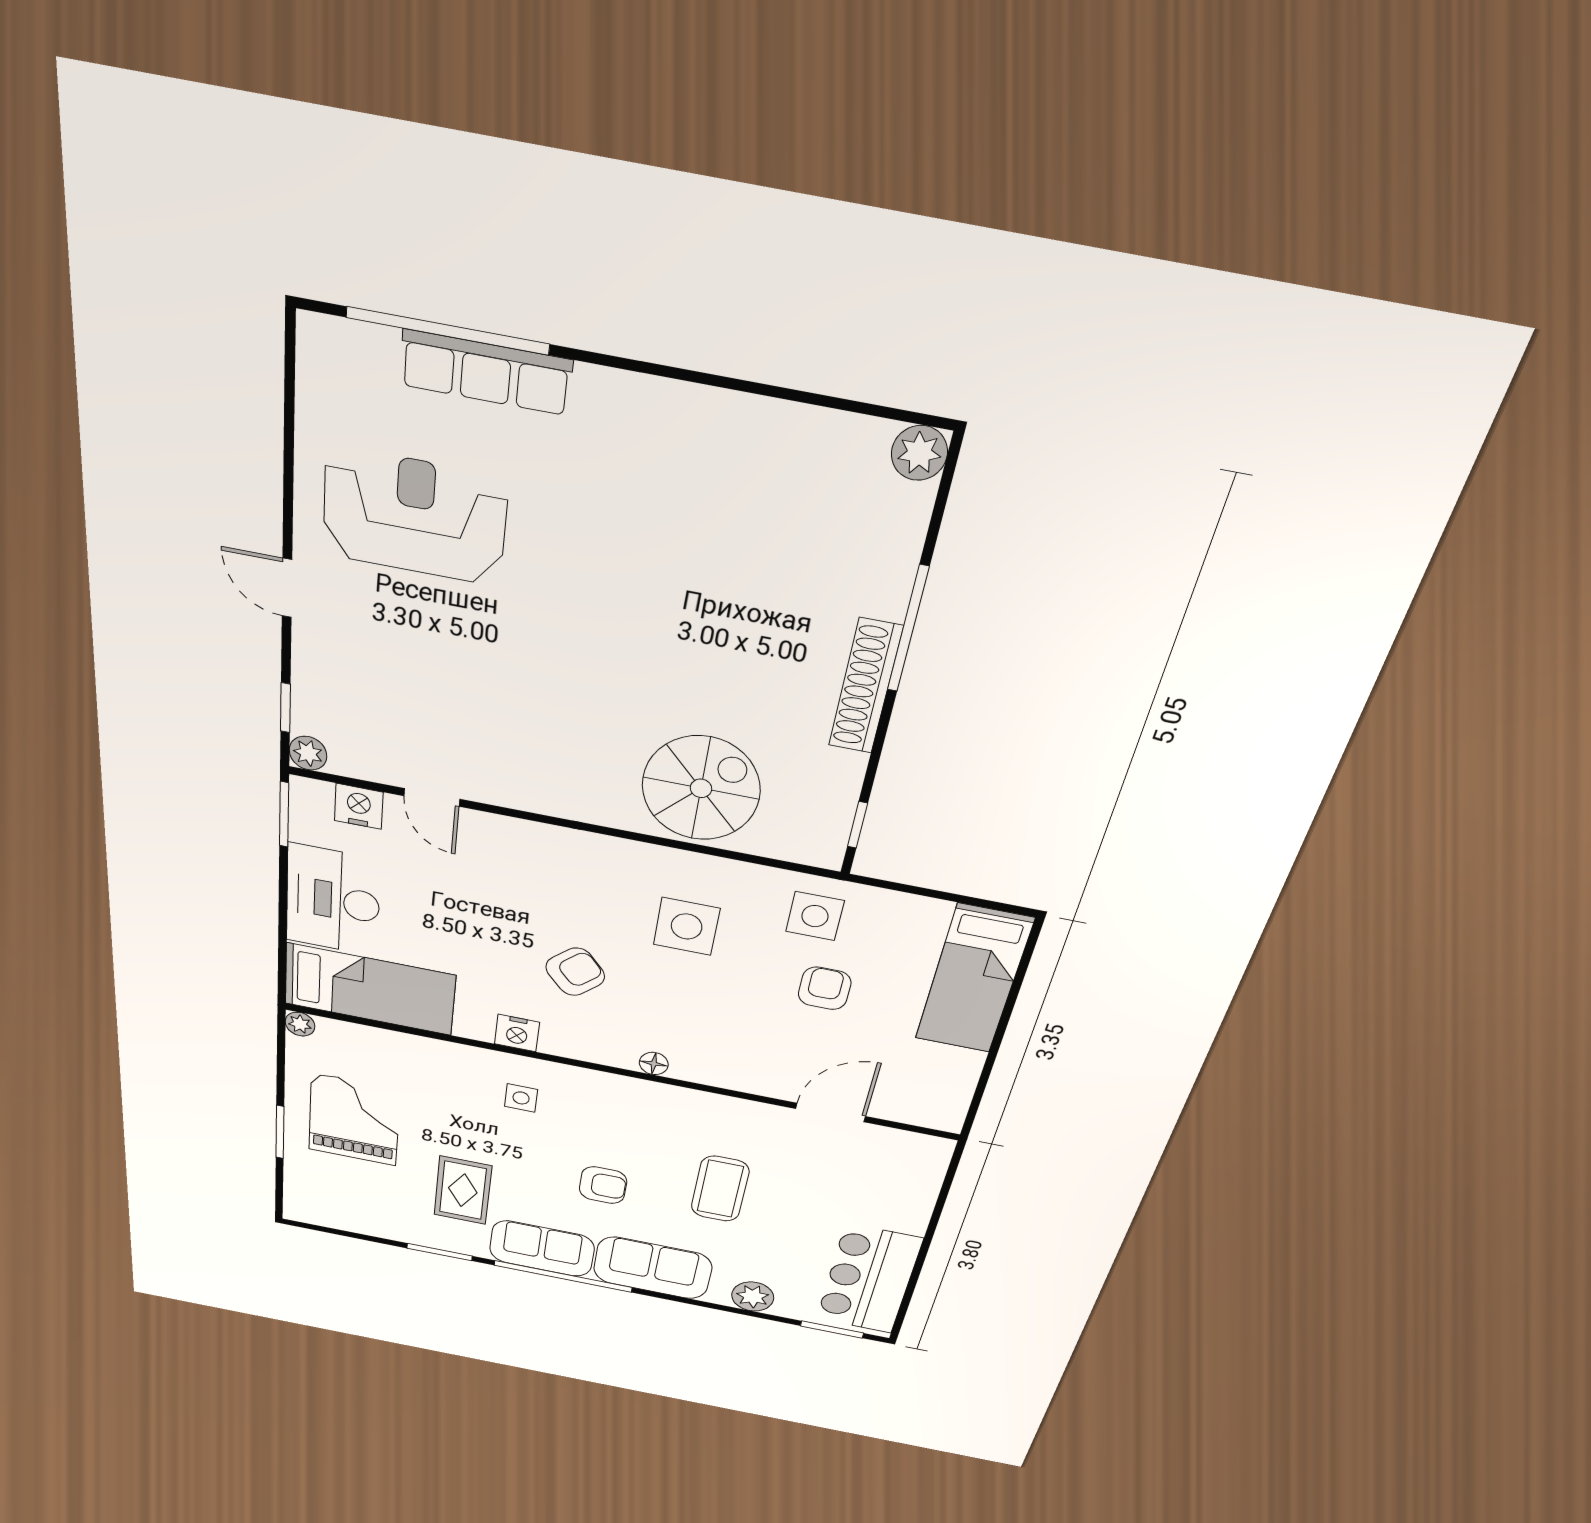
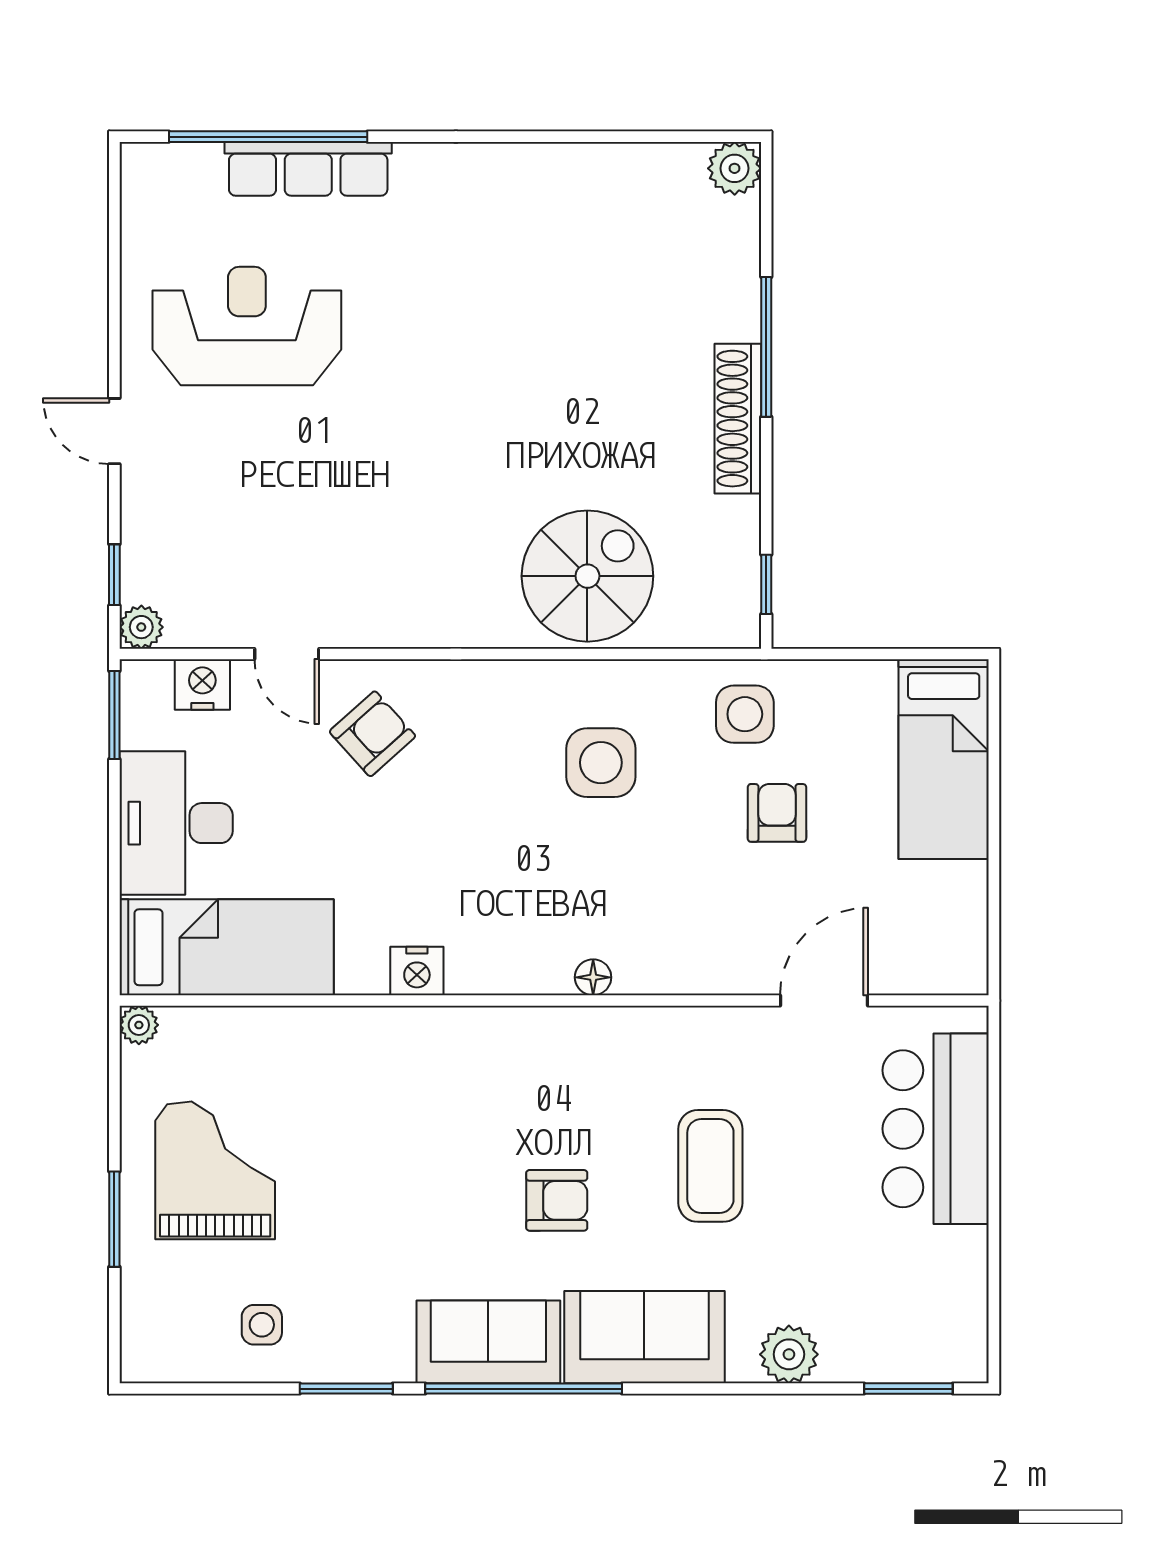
armchair: (575, 972) -> (372, 734), moved
side table: (521, 1098) -> (262, 1325), moved
rug: (463, 1190) -> (370, 1260), removed
bar counter: (869, 1279) -> (936, 1129), moved

